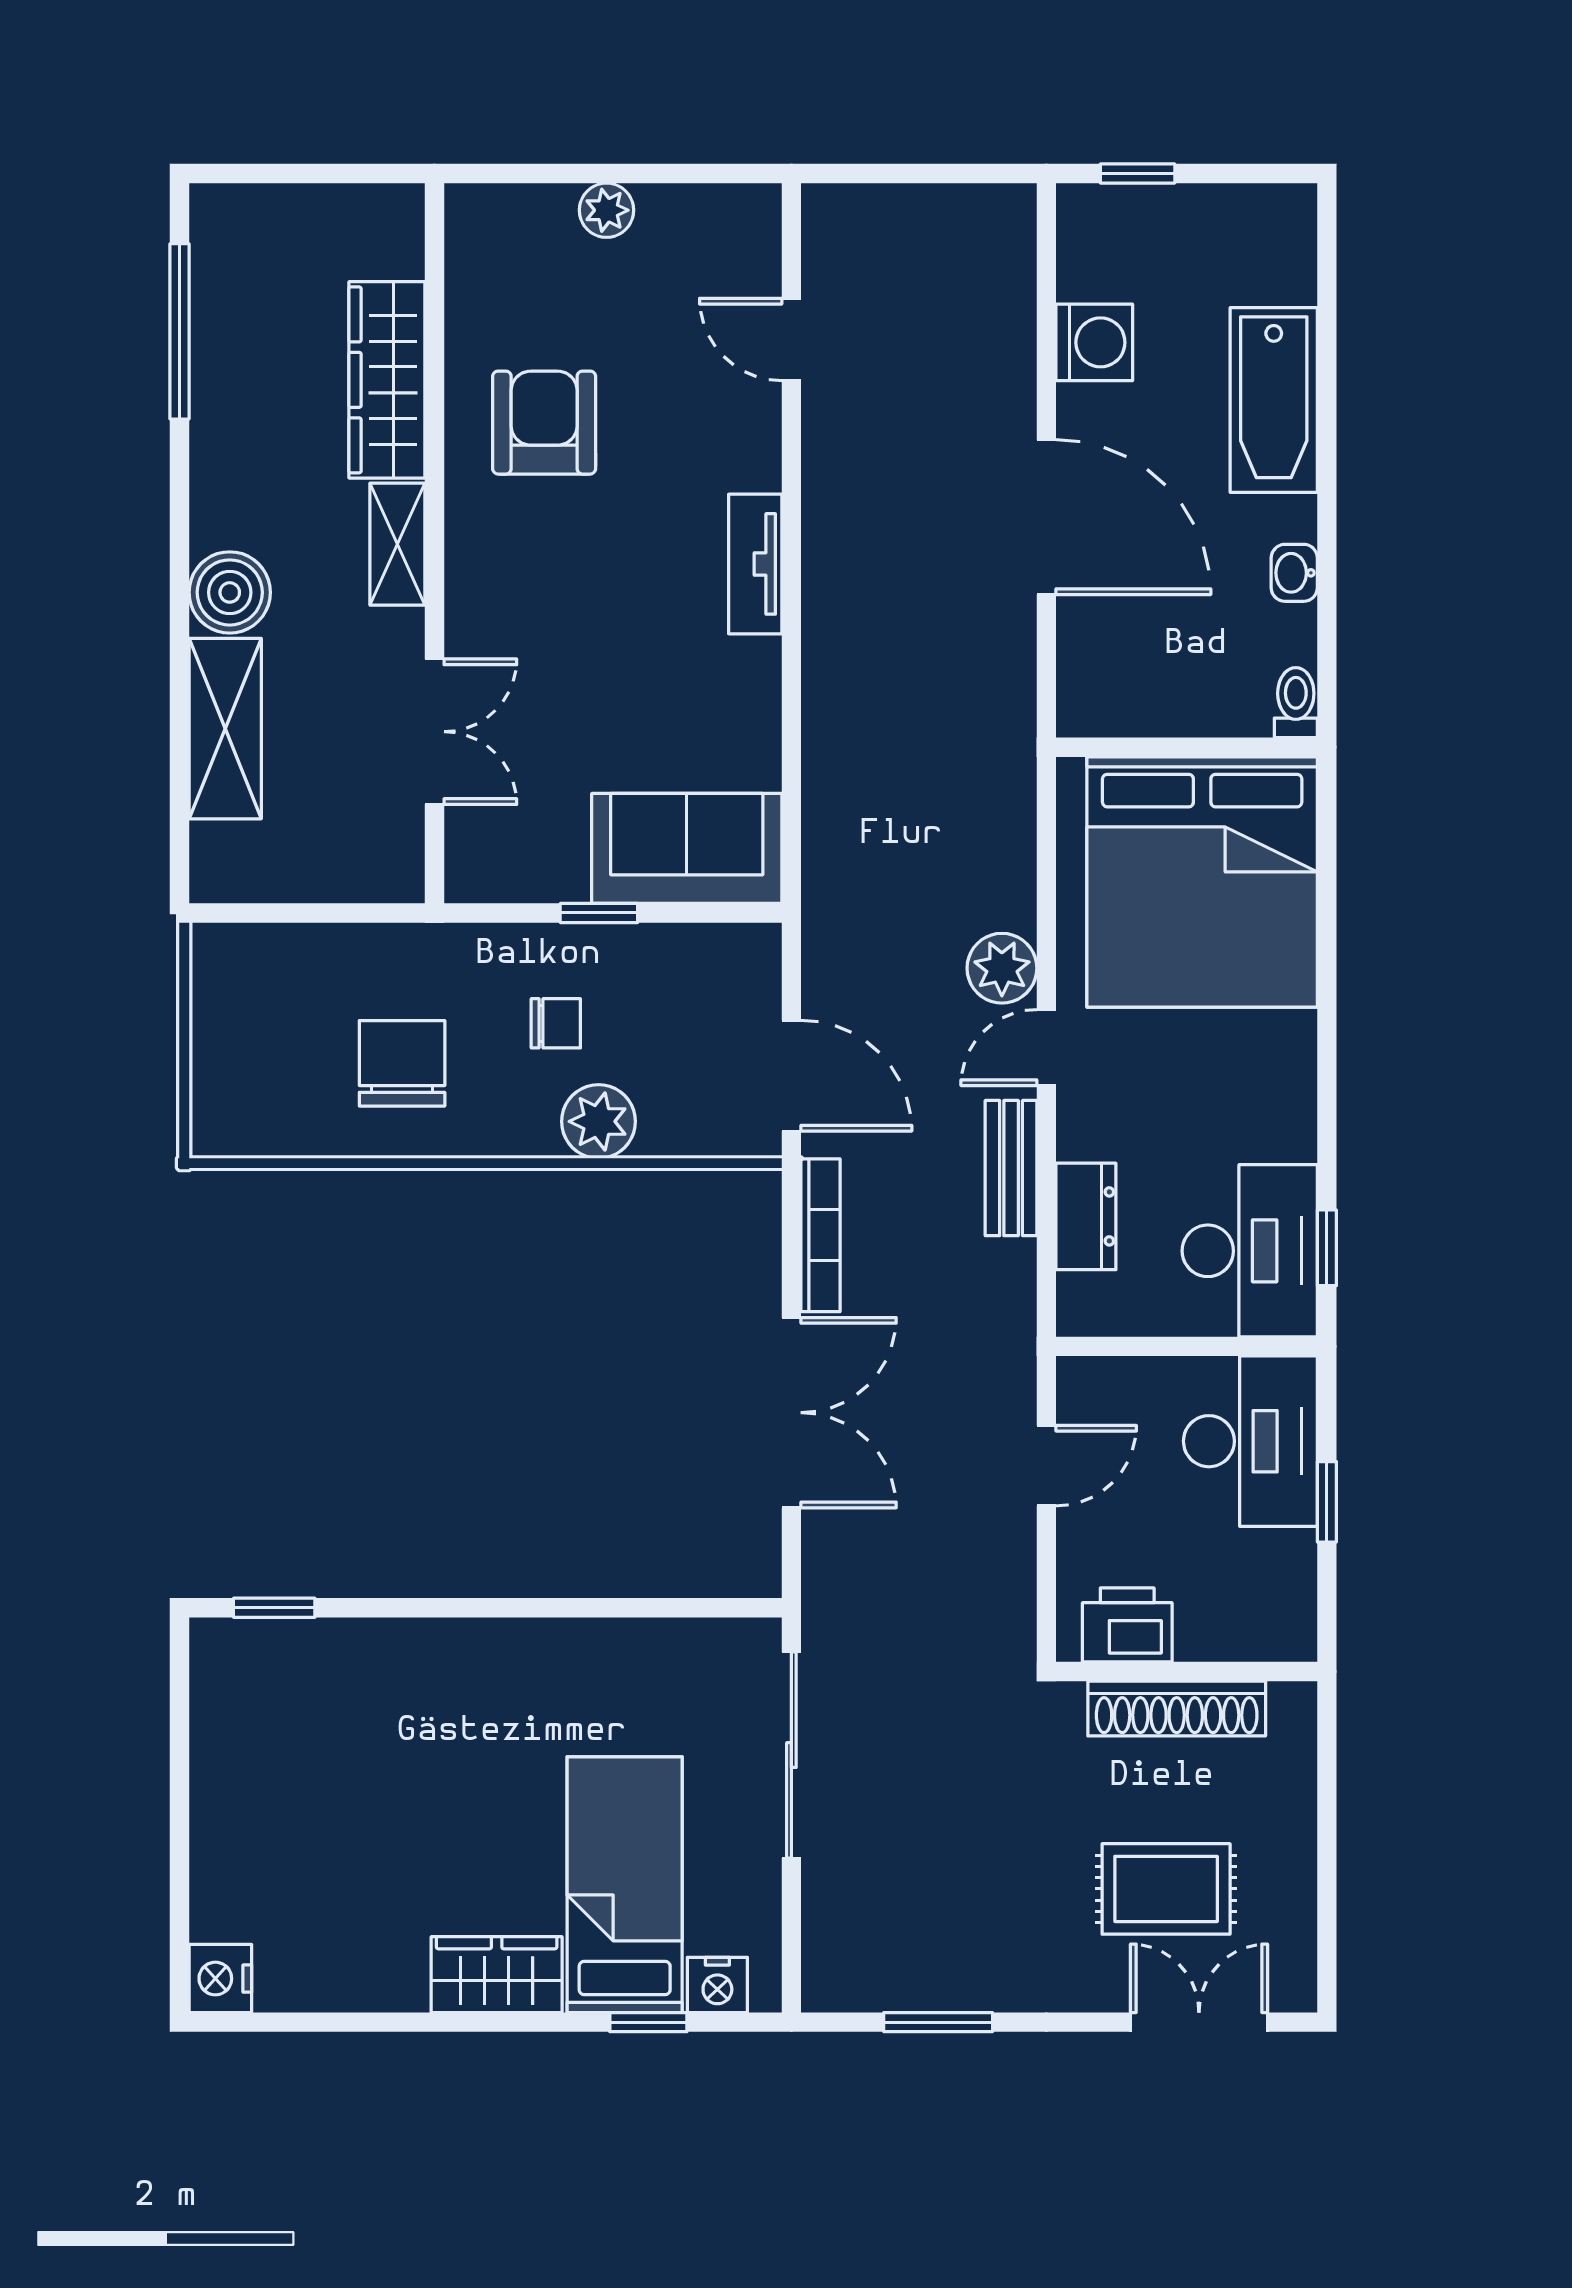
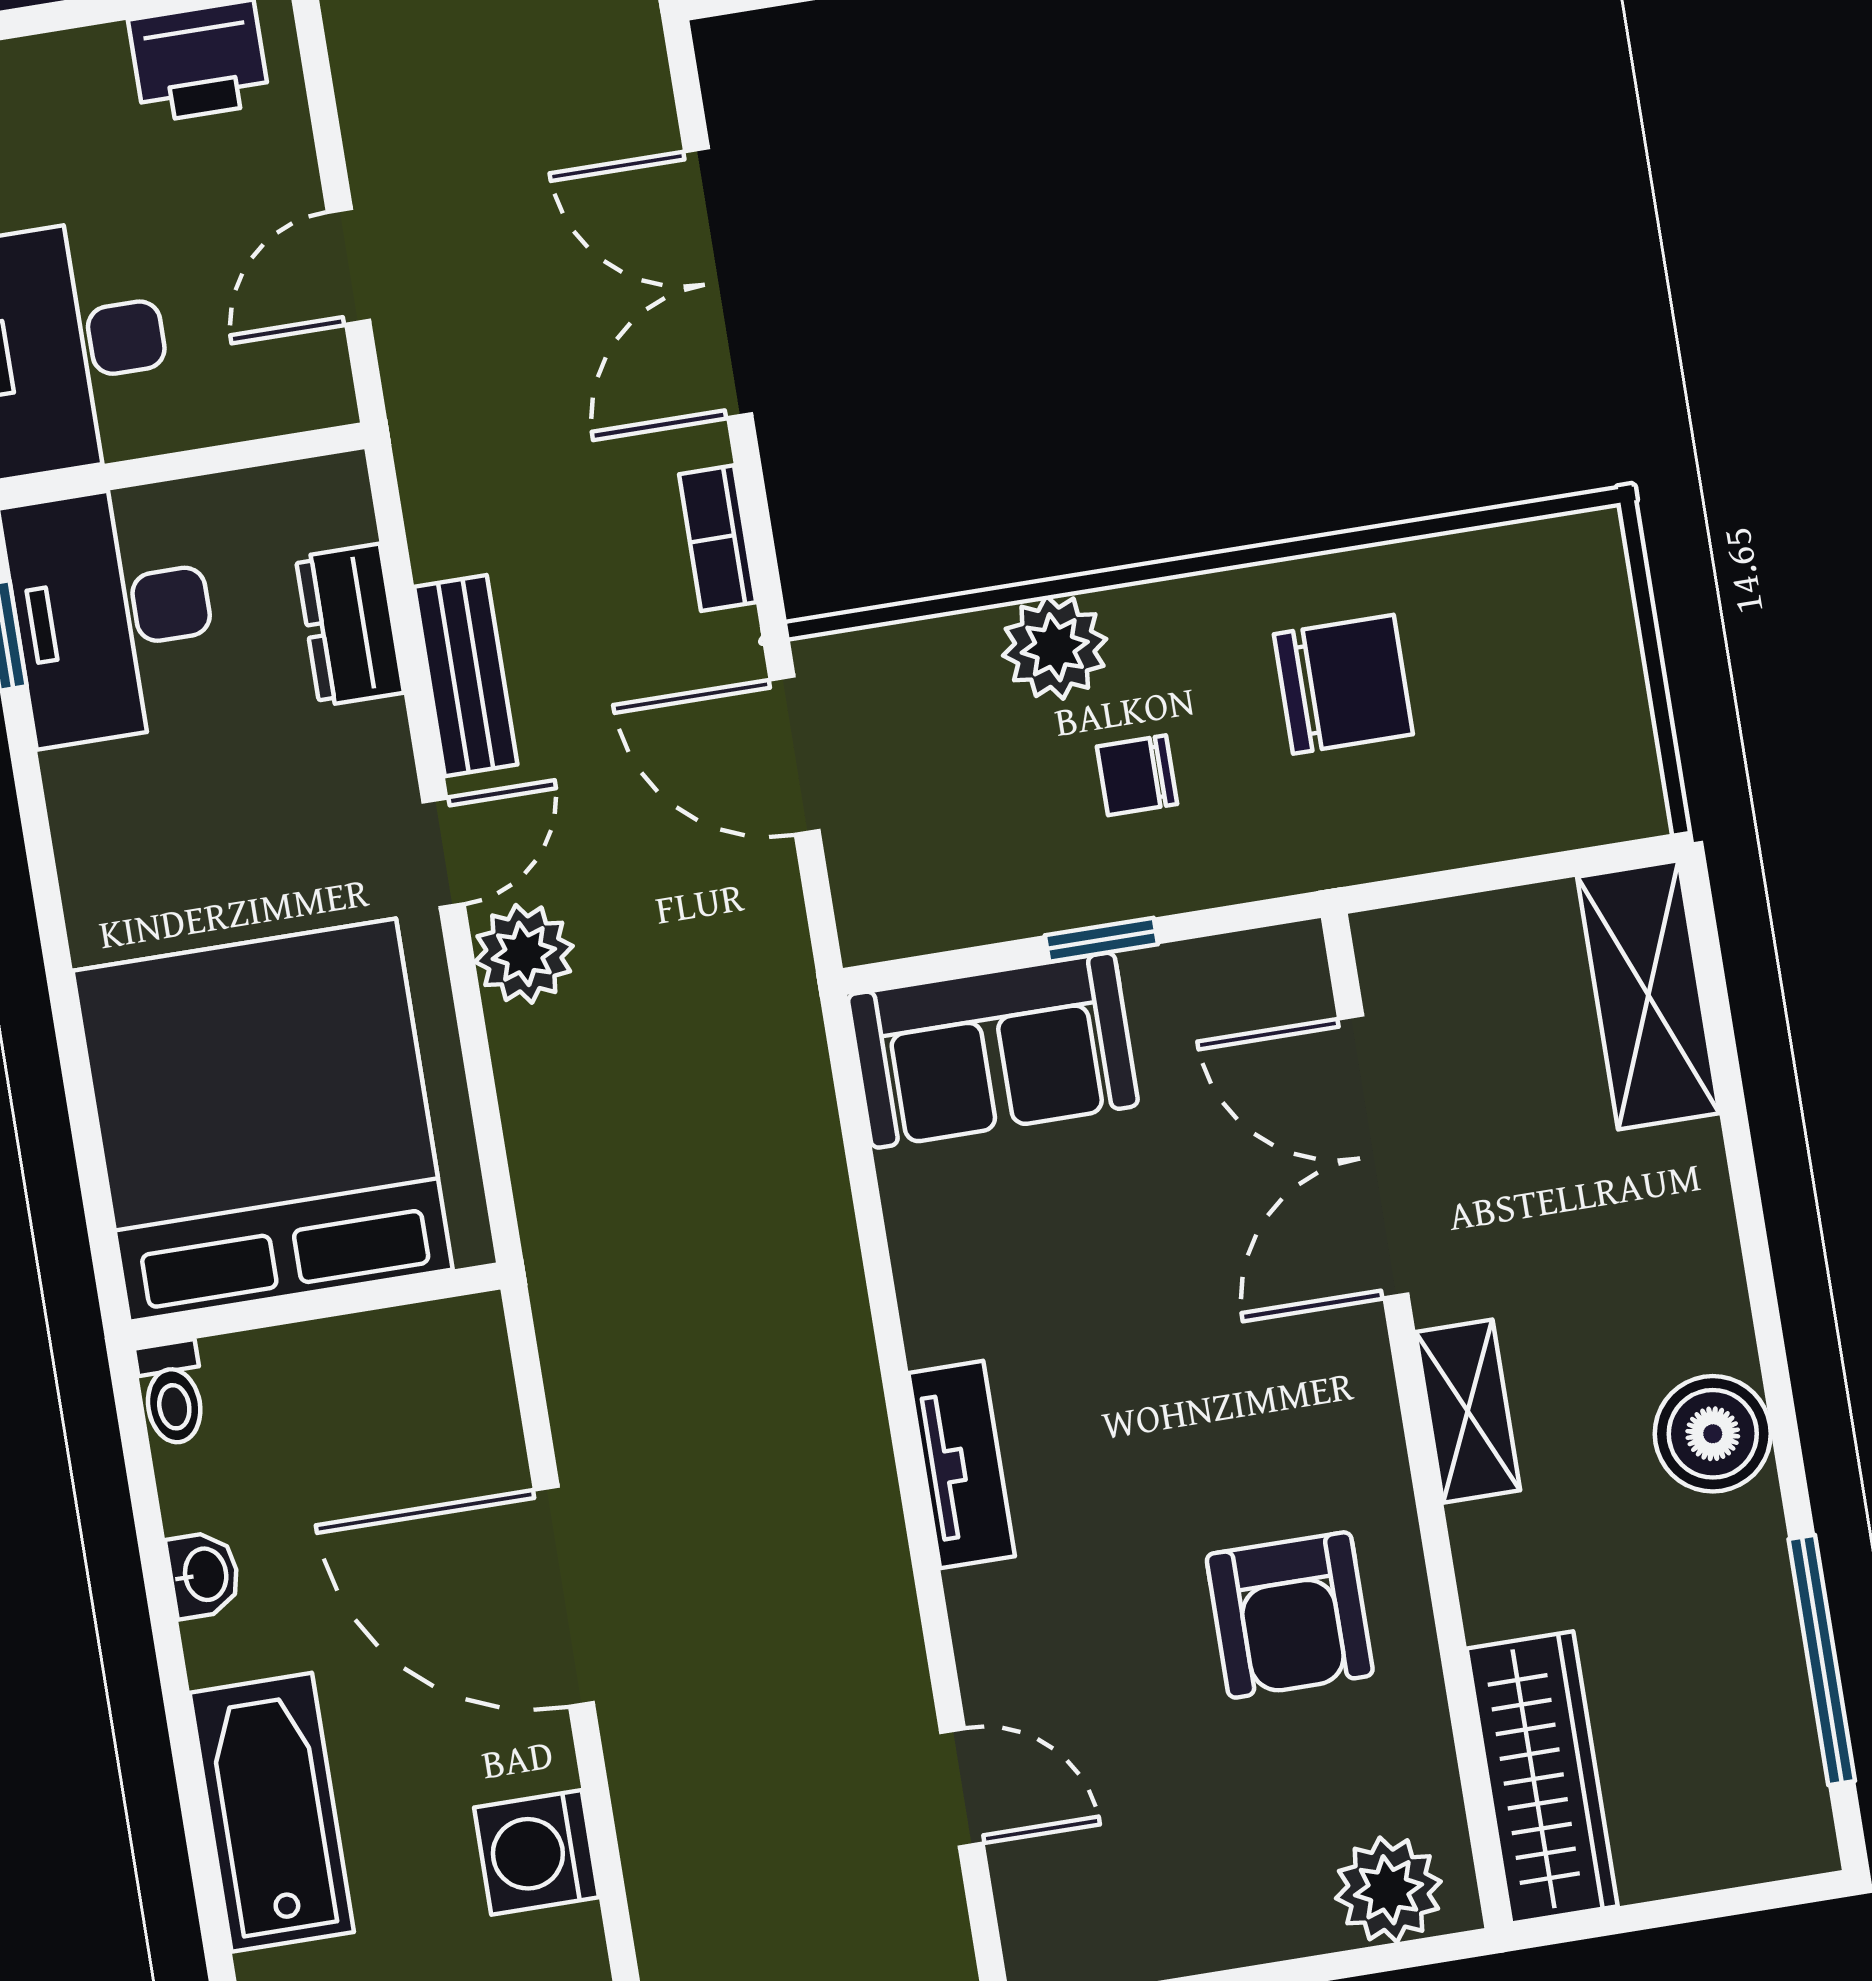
plant: (606, 210) -> (1388, 1890), moved, width x1.38, depth x1.38
wardrobe: (387, 380) -> (1542, 1777), moved
boiler: (230, 592) -> (1713, 1434), moved
shelving: (225, 729) -> (1648, 995), moved
double door: (434, 732) -> (1373, 1157), width x1.37
chair: (402, 1063) -> (1343, 684), turned -90
bookcase: (821, 1235) -> (718, 538), width x0.64

